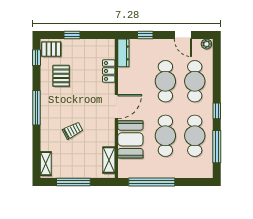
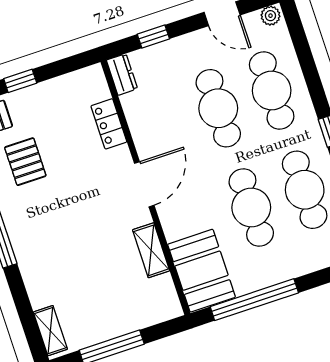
dresser: (123, 53) -> (122, 74), width x0.70
trolley: (73, 131) -> (79, 254), removed
booth: (130, 139) -> (202, 271), moved
shelving: (109, 160) -> (151, 250), moved

